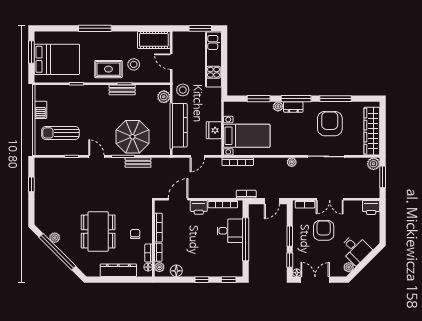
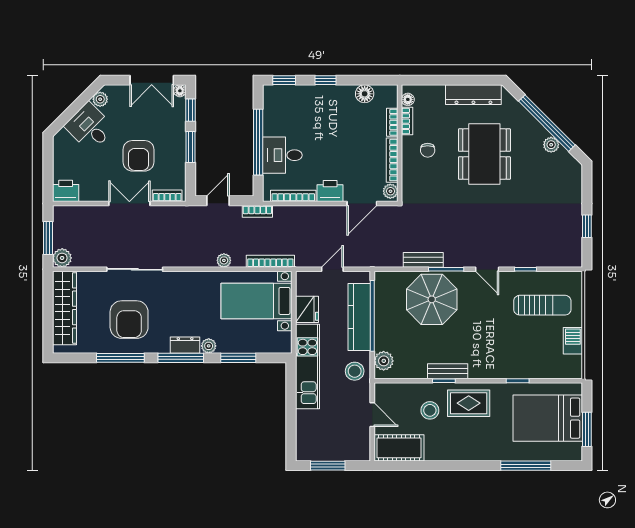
window: (95, 28) -> (526, 466), moved
kitchen unit: (213, 60) -> (307, 366), moved
plant: (292, 162) -> (224, 260), moved
plant: (159, 267) -> (390, 191), moved
dresser: (118, 270) -> (473, 95), moved

